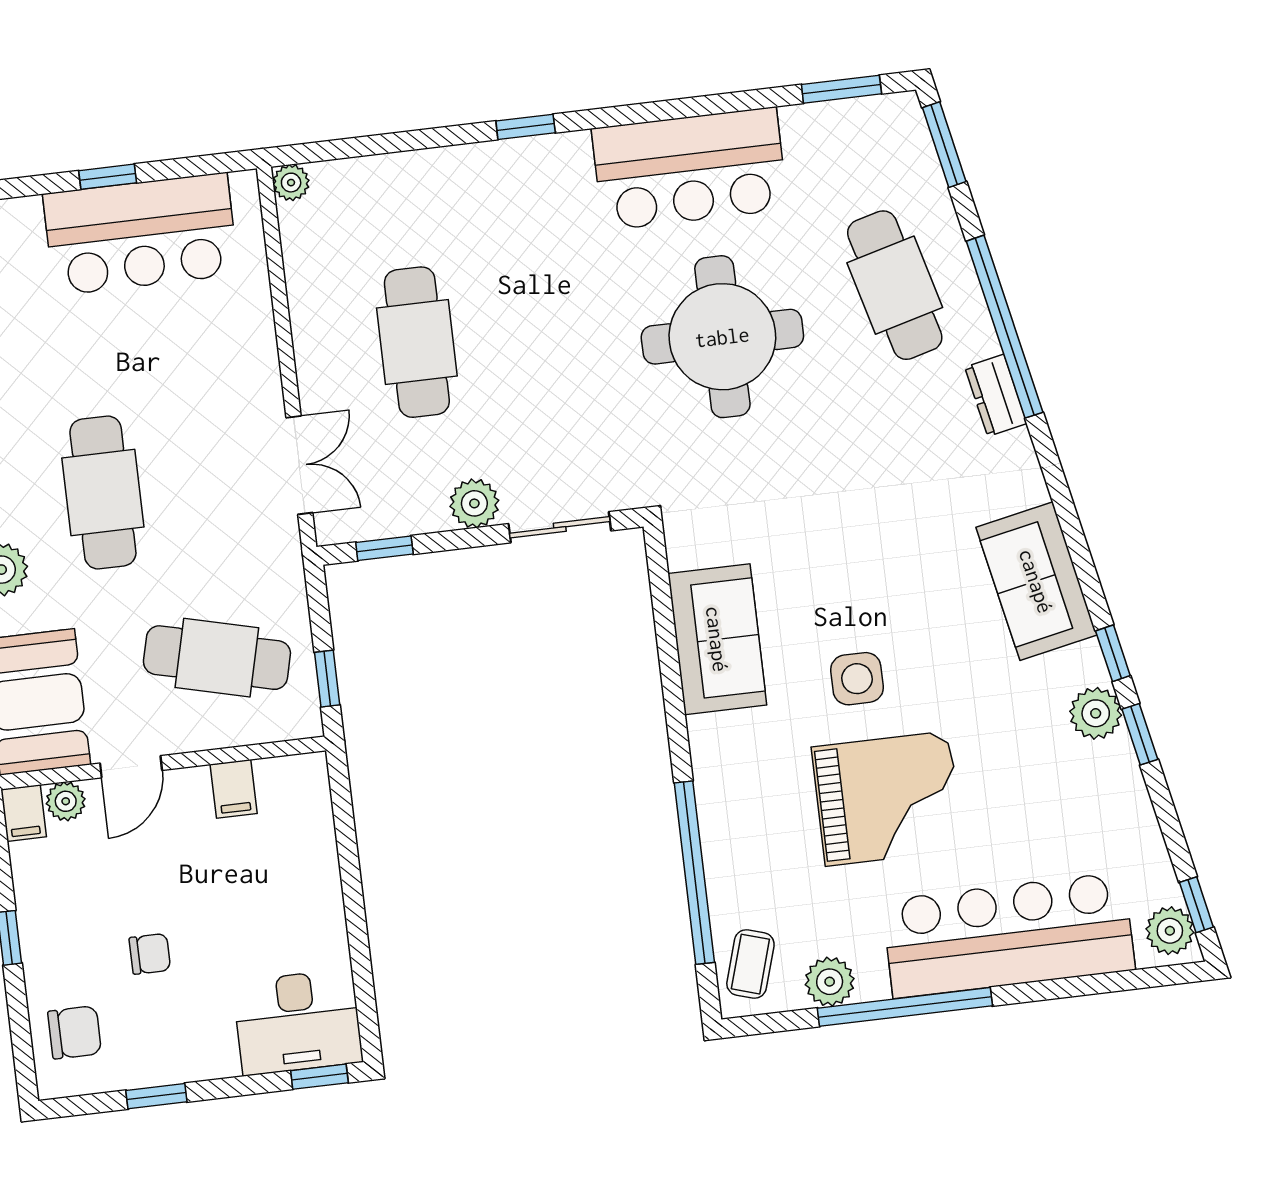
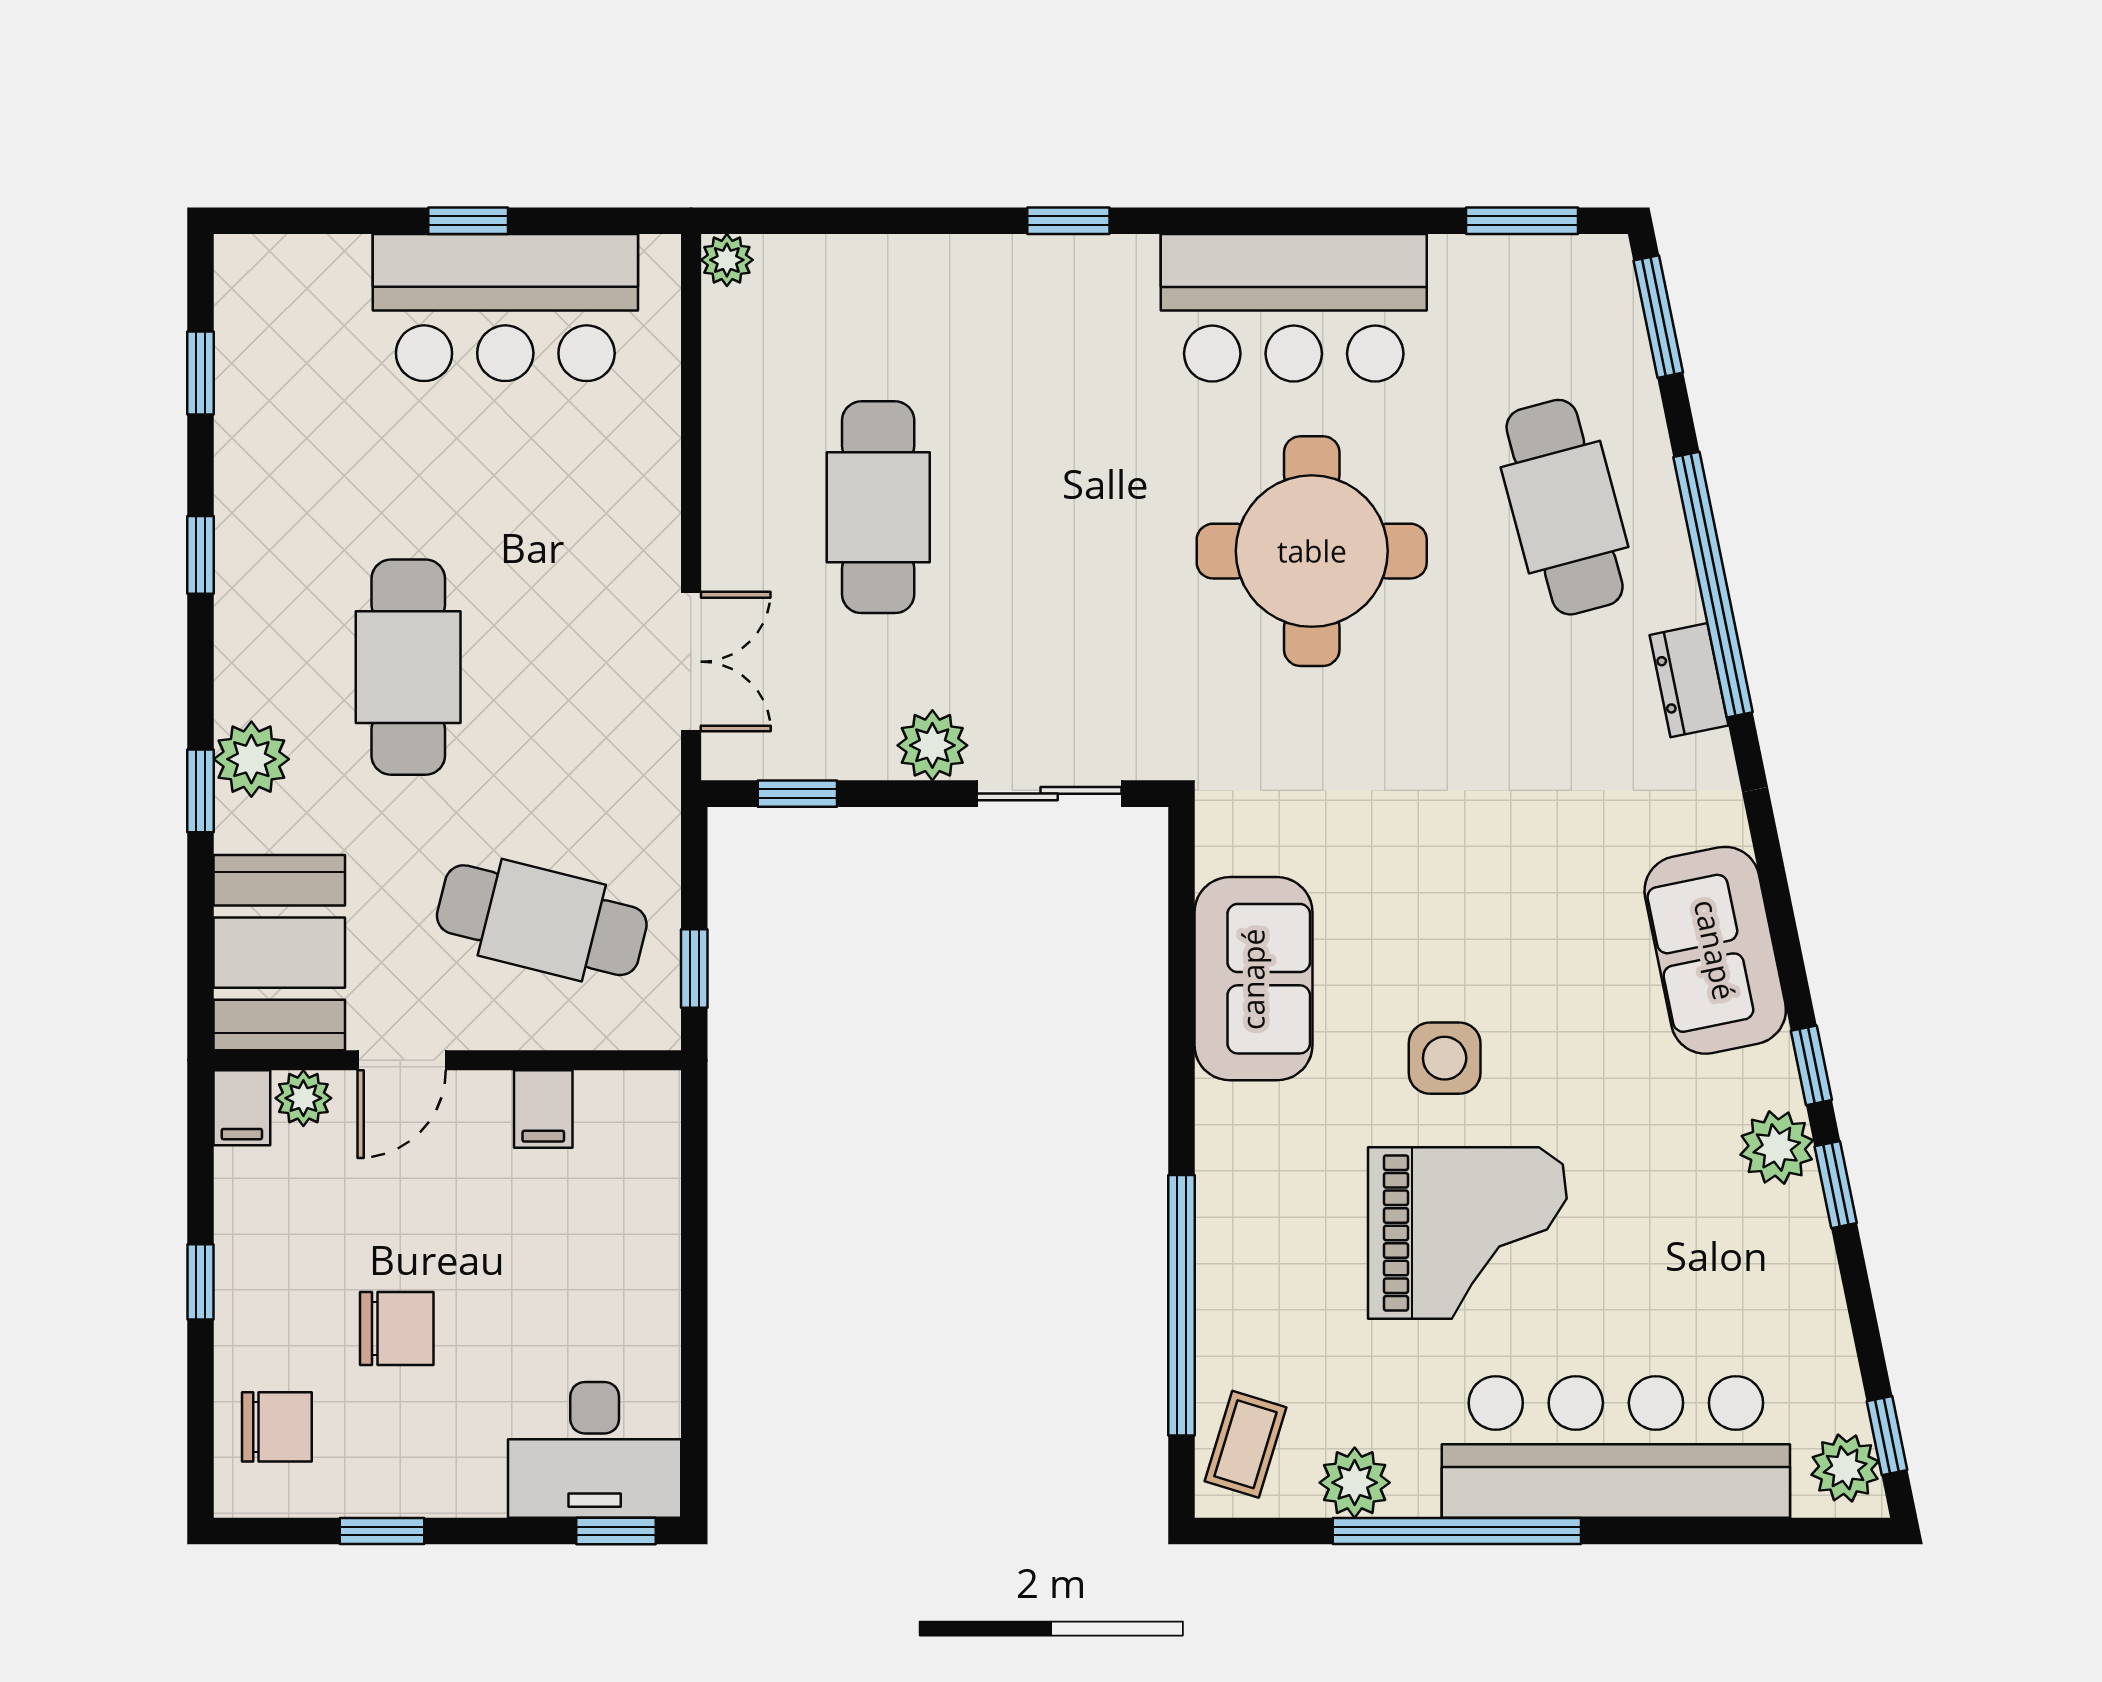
chair: (150, 954) -> (397, 1328), width x1.37, depth x1.37

